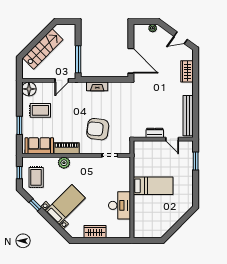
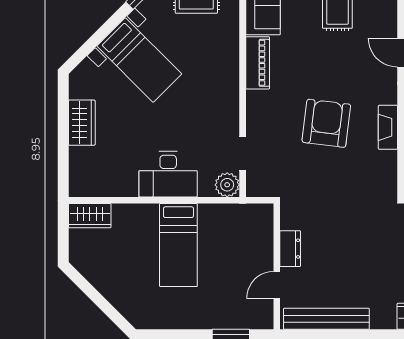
armchair: (98, 129) -> (326, 123), moved
plant: (64, 163) -> (227, 185), moved
desk: (119, 205) -> (168, 174), moved
wardrobe: (139, 228) -> (90, 216), added

